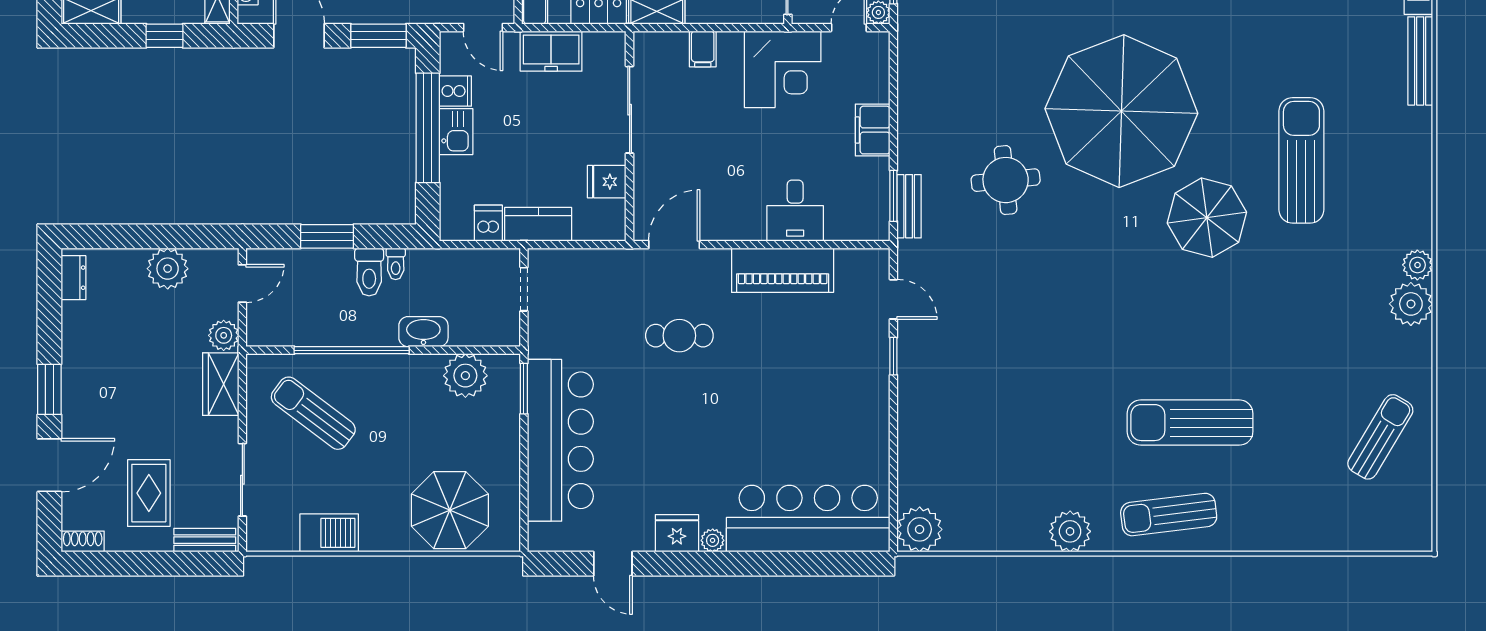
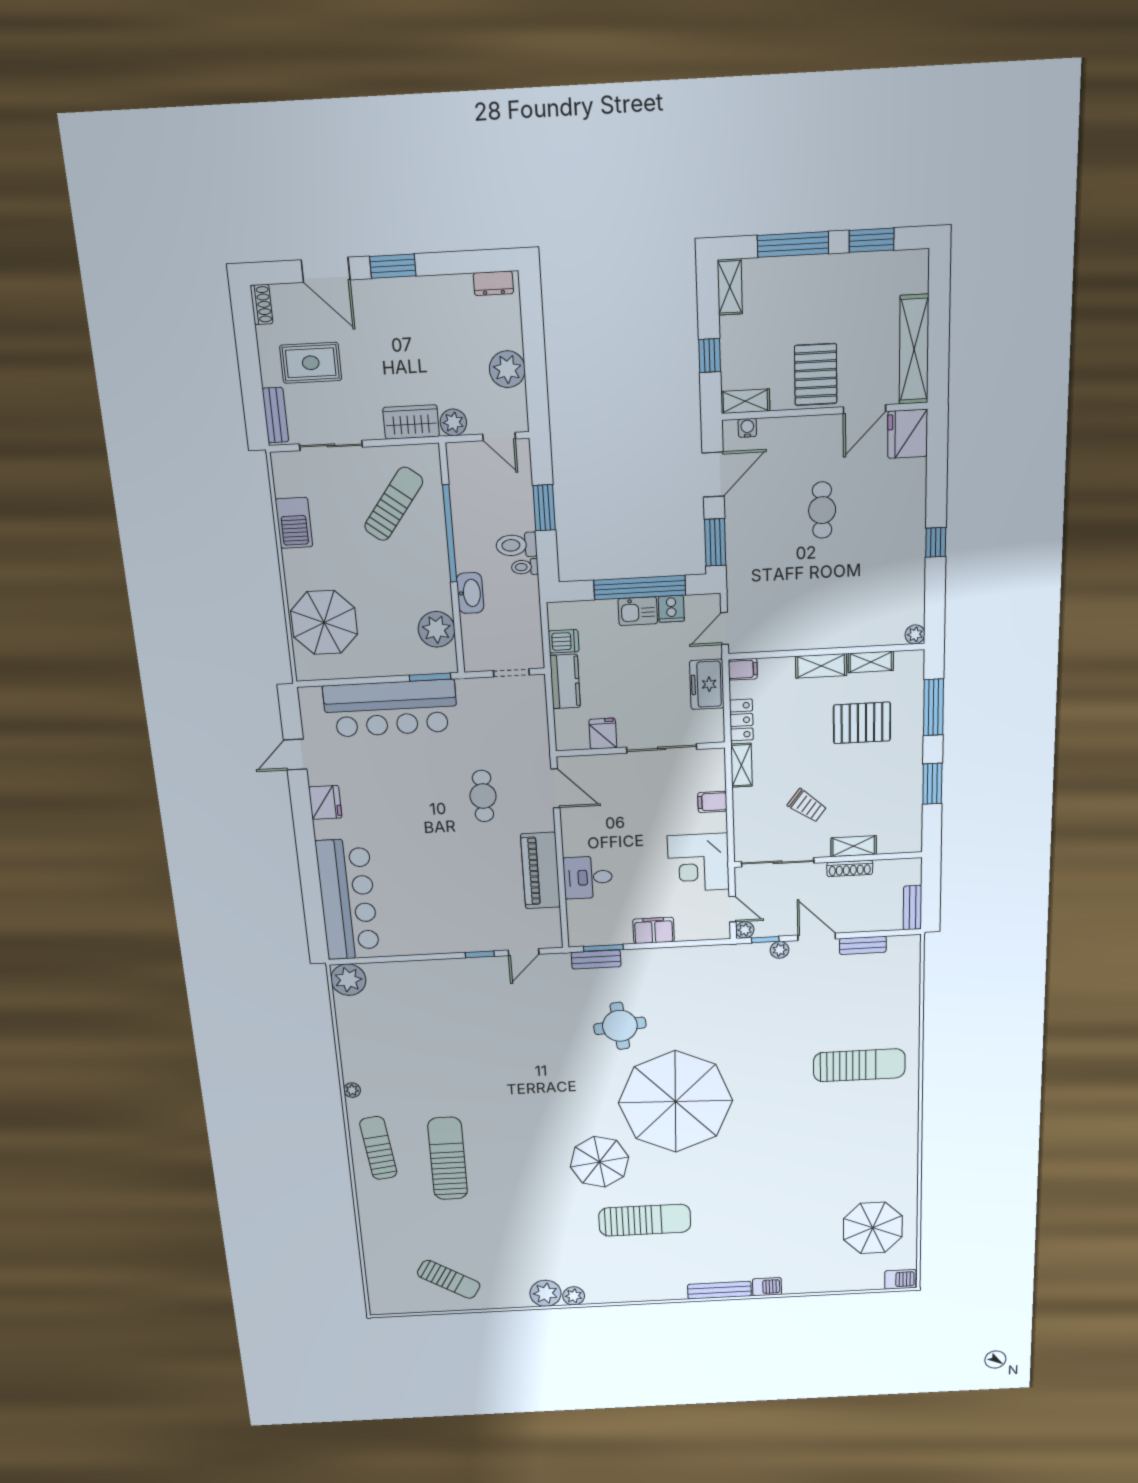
plant: (1070, 531) -> (352, 1090), width x0.53, depth x0.53
plant: (713, 540) -> (323, 830), removed

